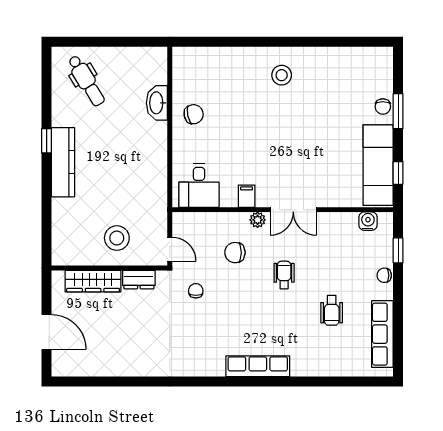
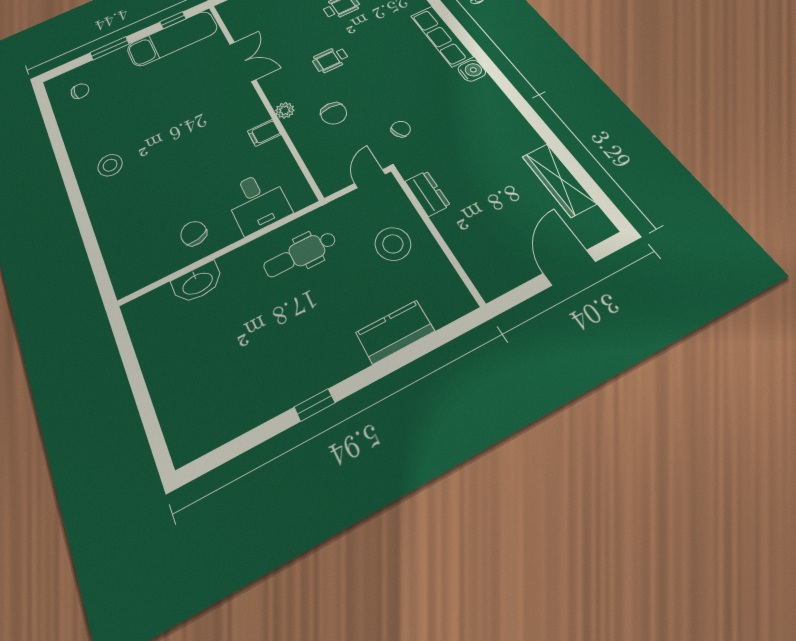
dental chair: (86, 81) -> (300, 254), moved, turned -149
chair: (383, 107) -> (80, 91), moved
kitchen counter: (63, 162) -> (395, 332), moved, width x0.67
desk: (199, 186) -> (257, 202), moved, turned 90
double door: (293, 210) -> (243, 62), moved
water cooler: (368, 221) -> (472, 71), moved, turned 180
wardrobe: (93, 281) -> (559, 180), moved, turned 180
chair: (196, 291) -> (401, 129), turned 153

